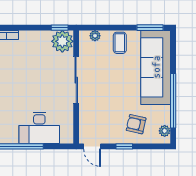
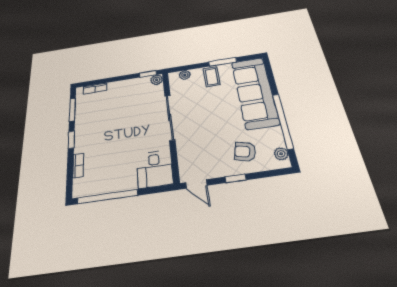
window: (150, 28) -> (223, 62), moved
plant: (62, 41) -> (157, 80), width x0.53, depth x0.53
desk: (39, 128) -> (155, 169), moved, width x0.73

